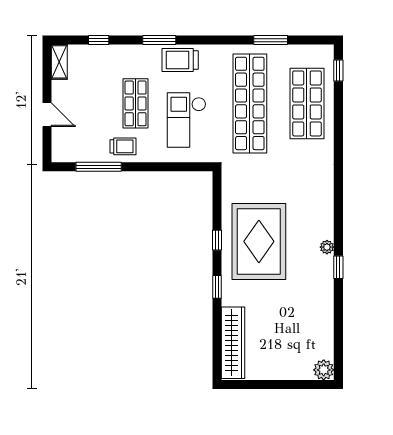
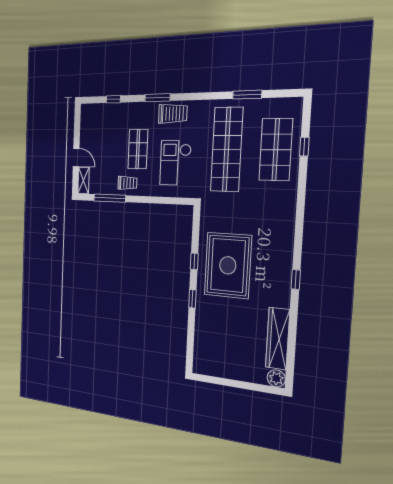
trolley: (180, 60) -> (173, 114), turned 180
shelving: (59, 62) -> (83, 180), moved
window: (338, 71) -> (304, 147), moved
plant: (327, 247) -> (286, 275), removed
window: (338, 267) -> (296, 280), moved
wardrobe: (233, 343) -> (278, 338), moved, turned 180

